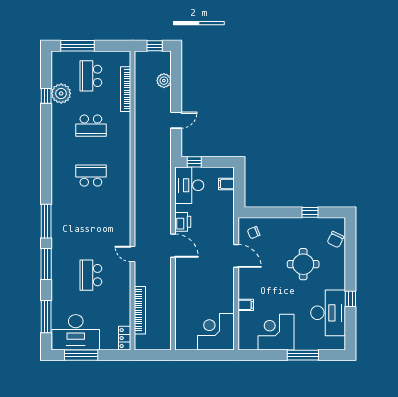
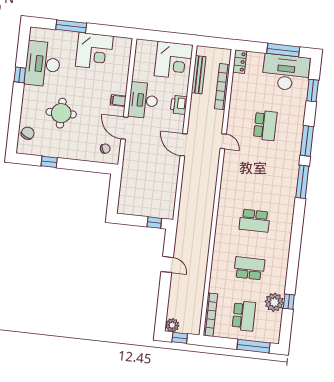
plant: (164, 81) -> (172, 325), moved
bookcase: (126, 89) -> (210, 315), moved
door: (176, 120) -> (167, 264), swing flipped
filing cabinet: (226, 184) -> (126, 198), removed
desk: (189, 185) -> (143, 100), moved, turned 180
printer: (183, 222) -> (179, 105), moved
filing cabinet: (246, 305) -> (118, 101), moved
window: (46, 317) -> (313, 90), width x0.69
bench: (166, 320) -> (199, 75), added
corner desk: (216, 332) -> (174, 60), moved

